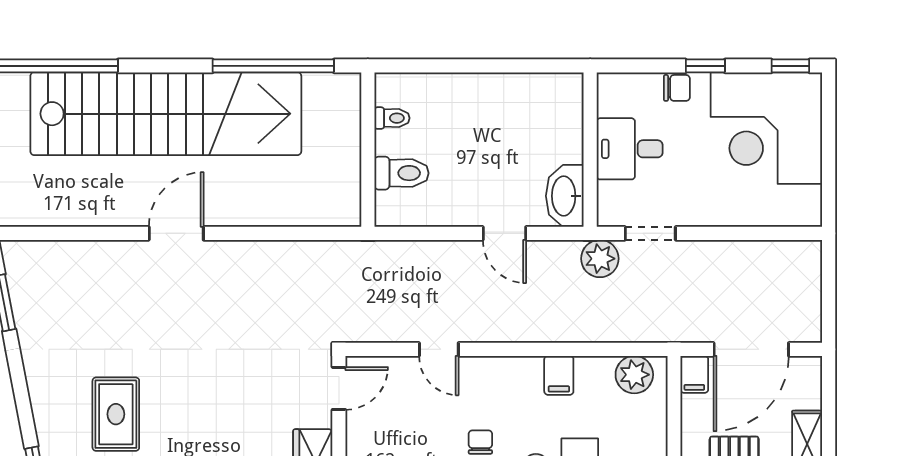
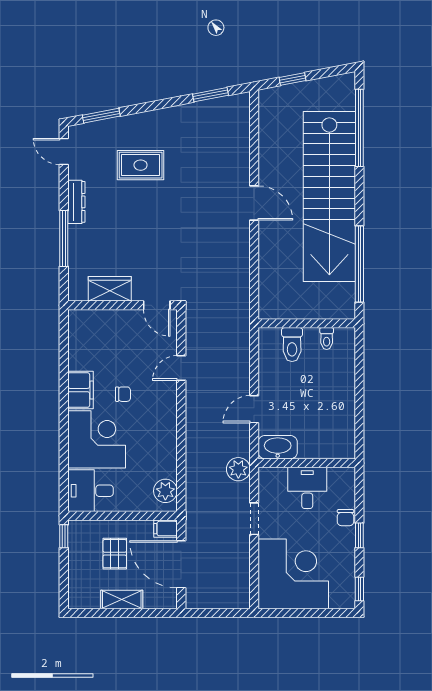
corner desk: (766, 128) -> (293, 574), moved, turned 90
doorway: (650, 233) -> (254, 519), moved
filing cabinet: (559, 375) -> (165, 443), removed

